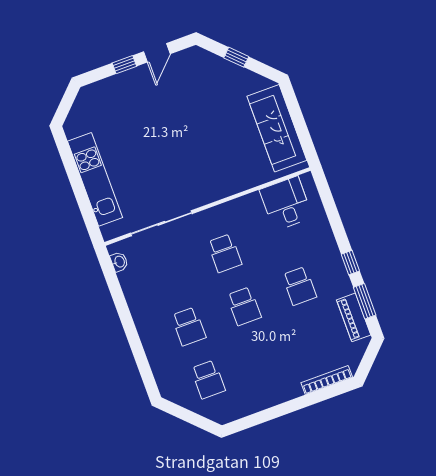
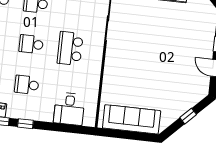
desk: (286, 204) -> (69, 109), moved, turned 90
school desk: (225, 253) -> (70, 48), width x1.85

